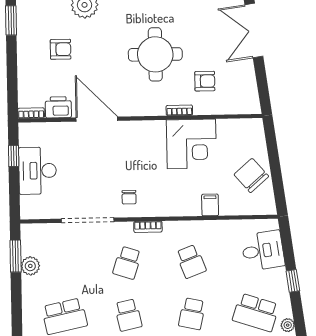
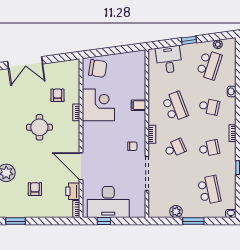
round table: (155, 54) -> (39, 127), width x0.73, depth x0.73
door: (97, 119) -> (81, 166), hinge flipped
desk: (38, 171) -> (108, 202), width x1.36, depth x1.30
chair: (251, 175) -> (98, 68), moved, turned -130
filing cabinet: (210, 205) -> (138, 105), moved
window: (16, 256) -> (193, 221), moved
school desk: (191, 261) -> (175, 107), width x1.85
school desk: (127, 263) -> (175, 148), turned -42

